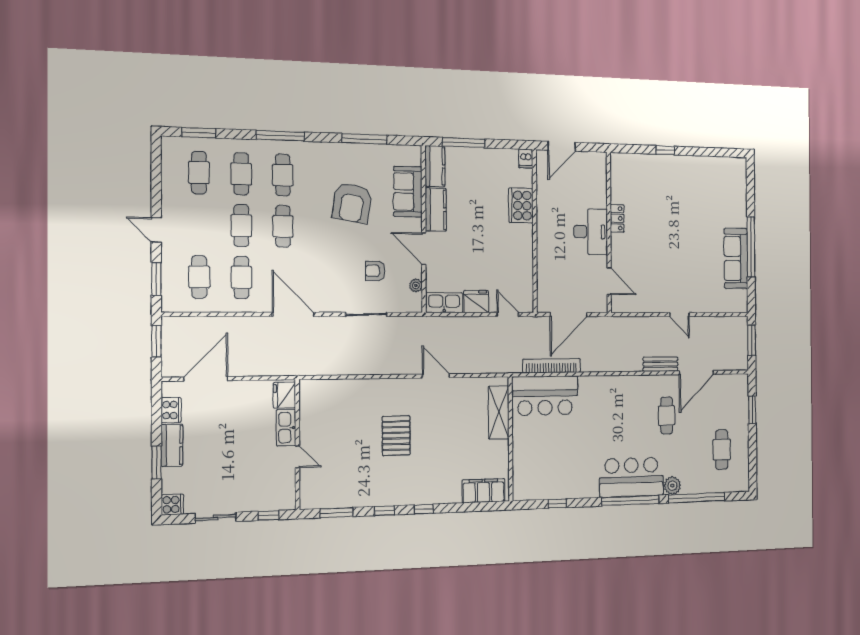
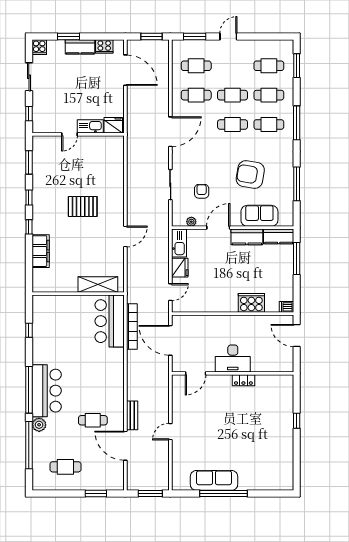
filing cabinet: (483, 491) -> (41, 251), moved

